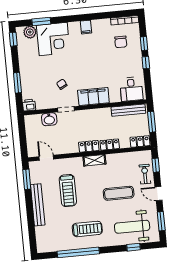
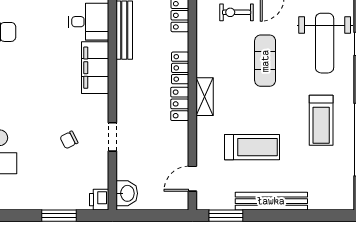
filing cabinet: (93, 97) -> (95, 68), moved
washbasin: (49, 119) -> (127, 193), moved
treadmill: (87, 229) -> (321, 120), turned 180

